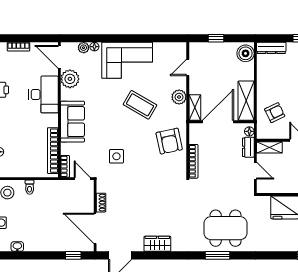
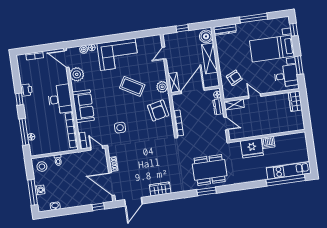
desk: (43, 94) -> (60, 99), moved
plant: (179, 97) -> (162, 87), moved
shelving: (246, 101) -> (210, 58), moved

